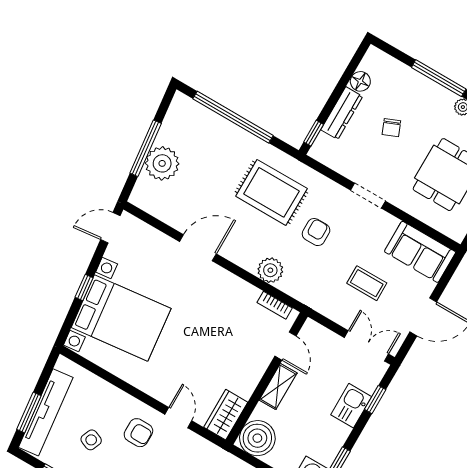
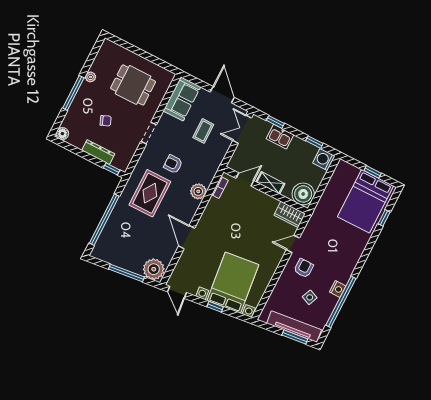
floor lamp: (360, 81) -> (62, 134), moved
plant: (162, 163) -> (154, 269), moved

